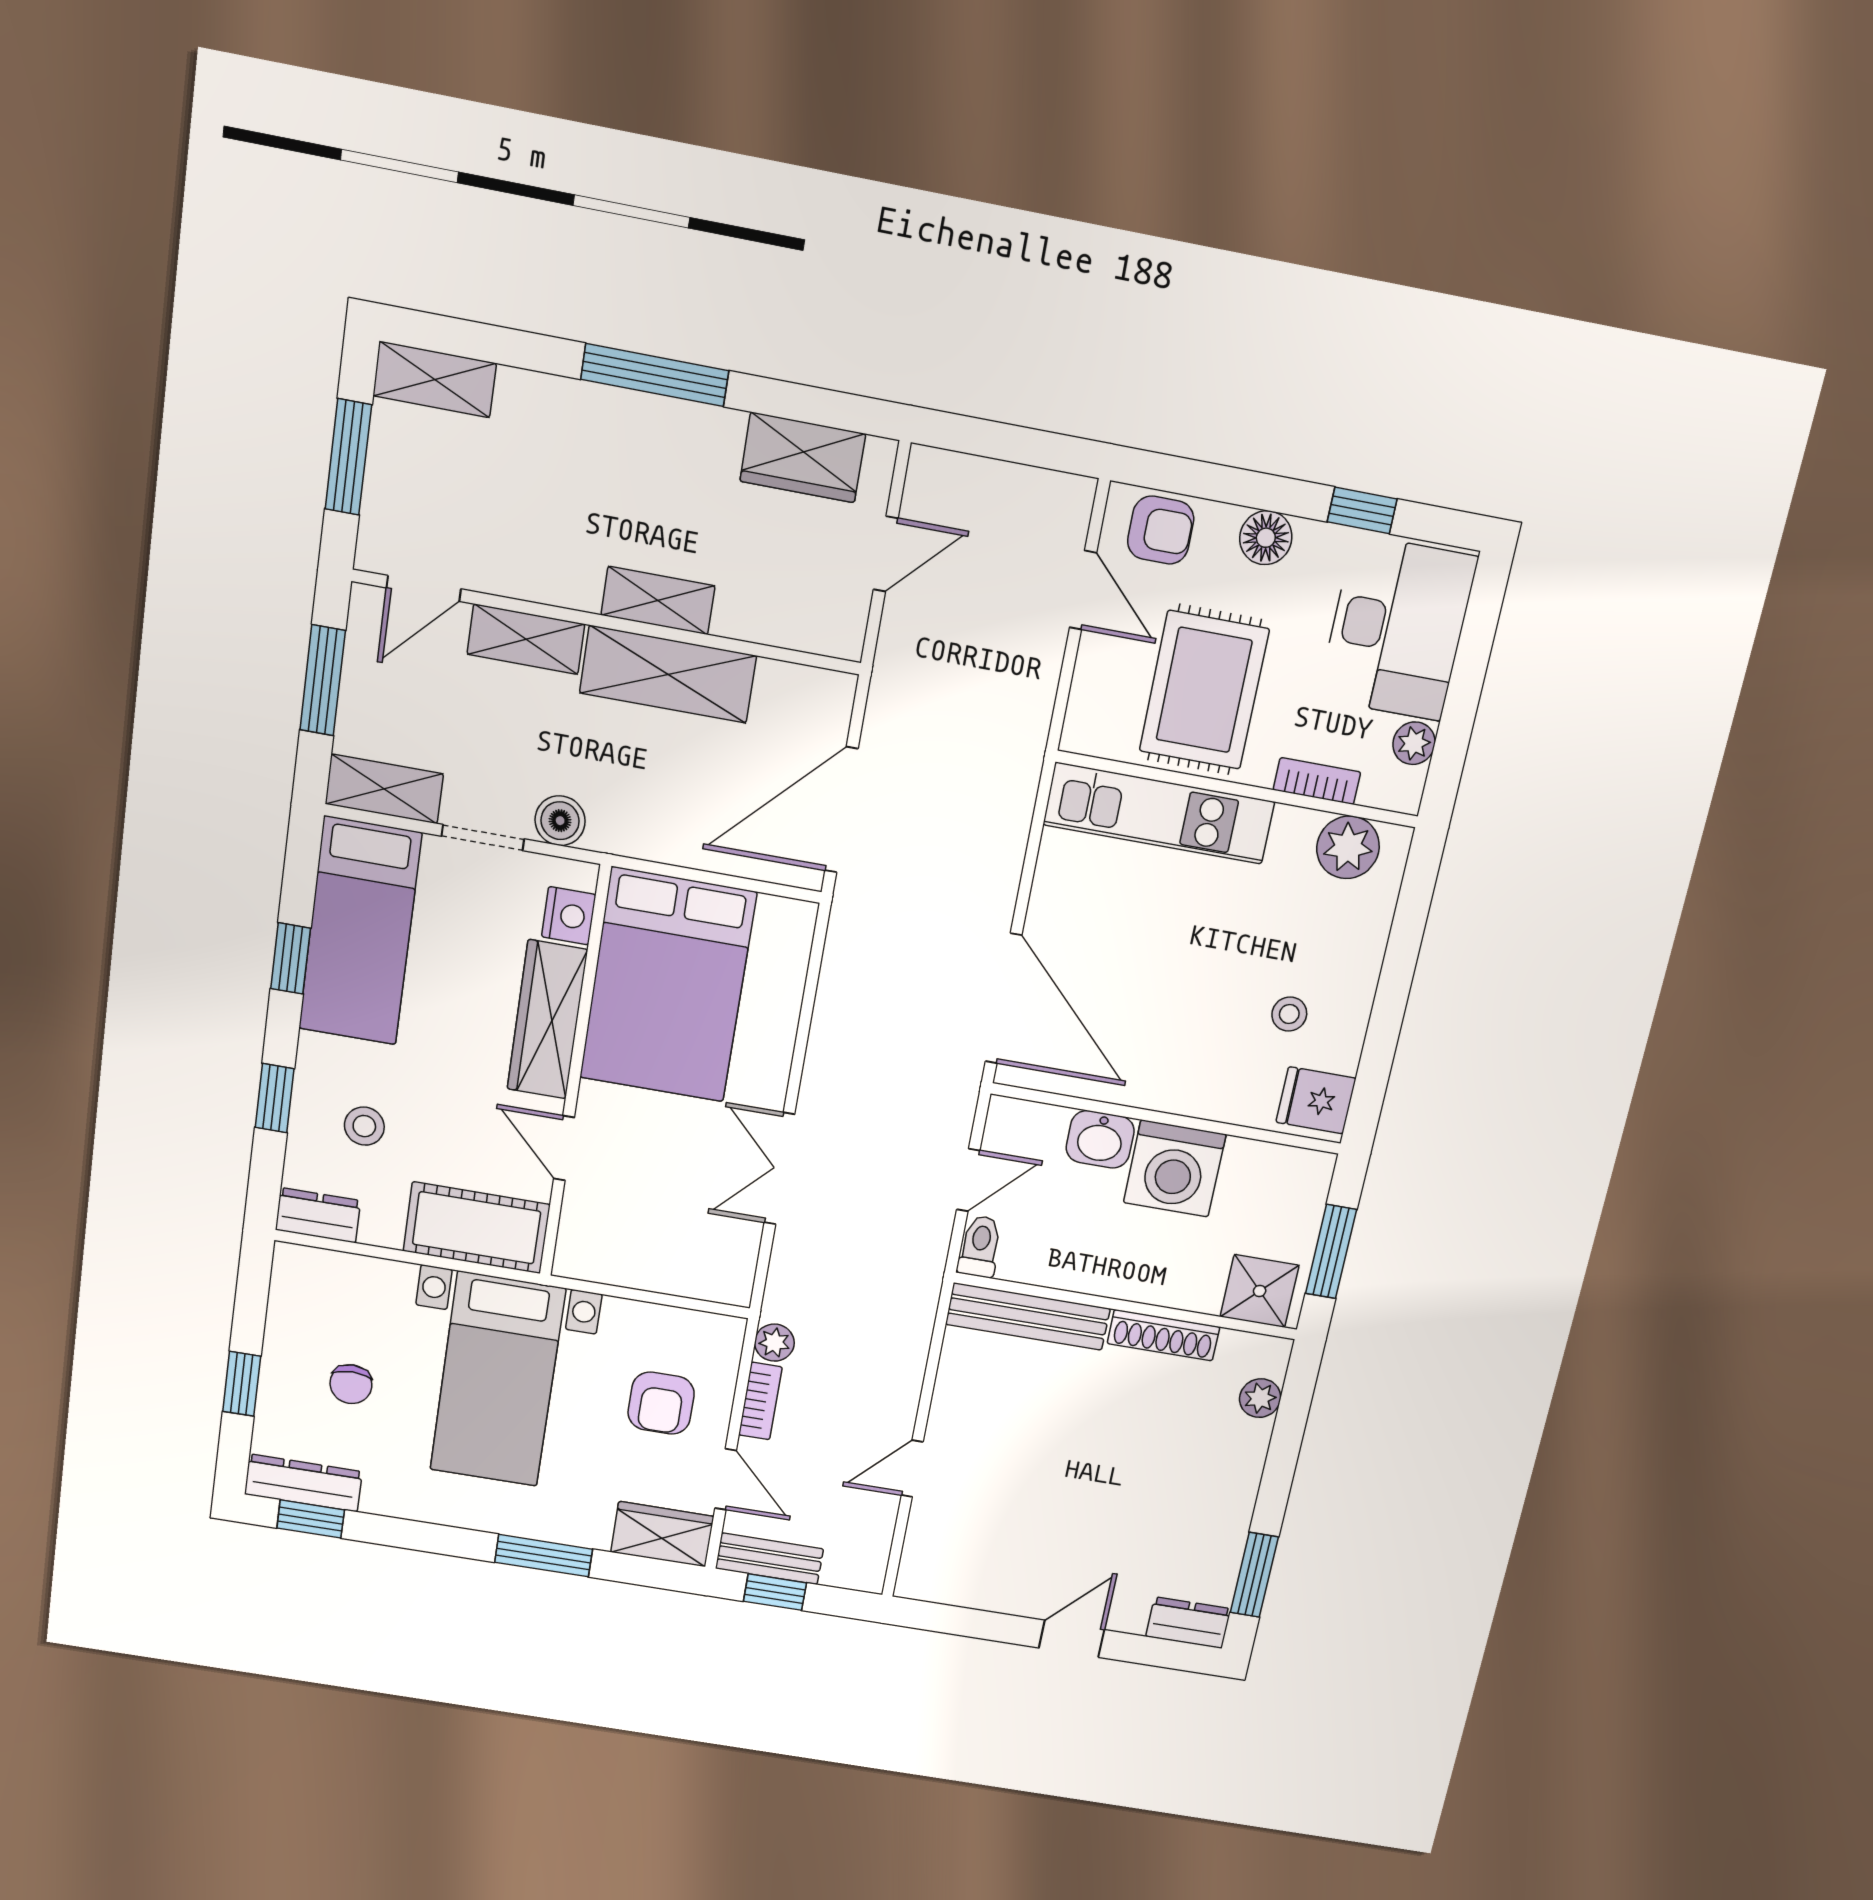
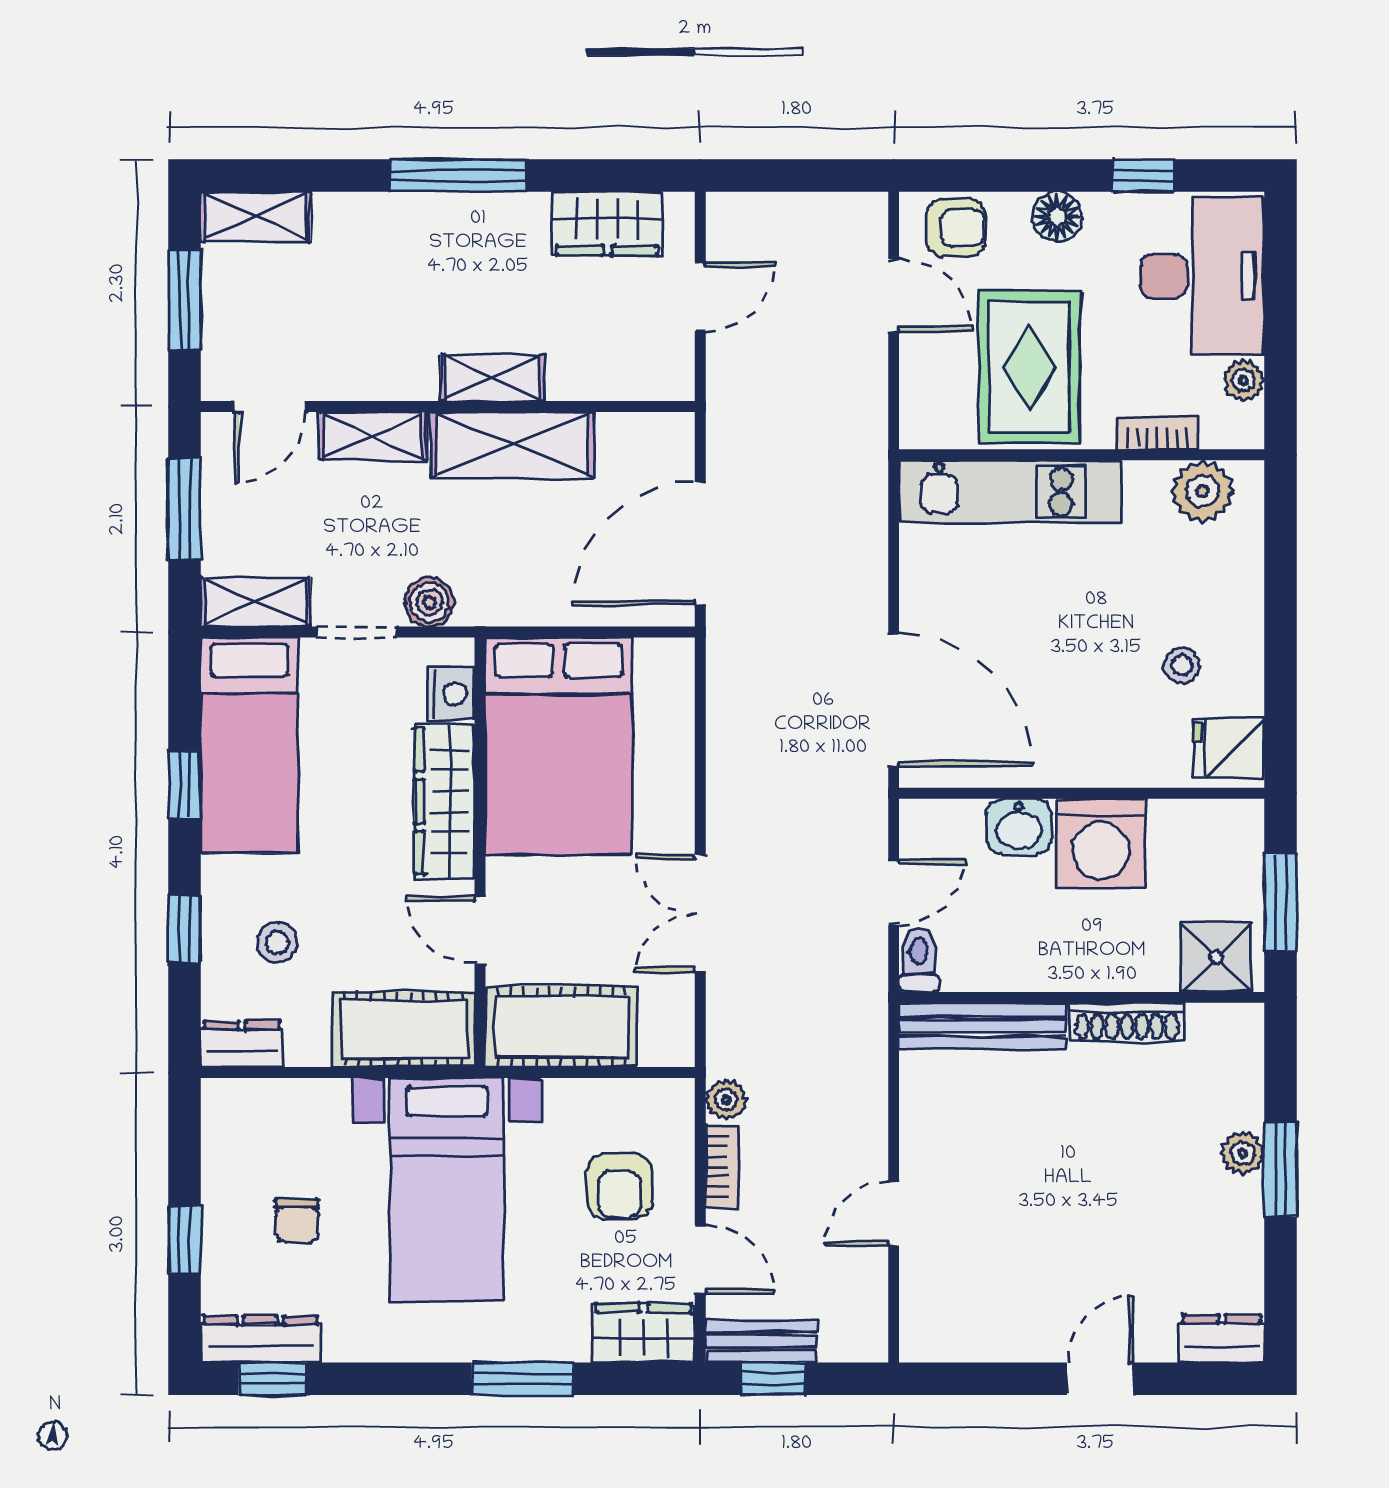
cot: (629, 1251) -> (562, 1027), added
plant: (1260, 1398) -> (1243, 1153), moved
window: (1254, 1575) -> (1280, 1169), moved

